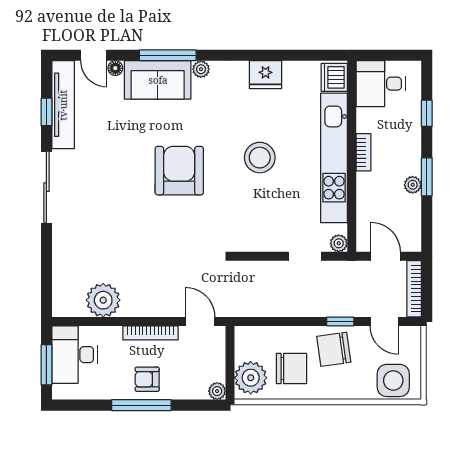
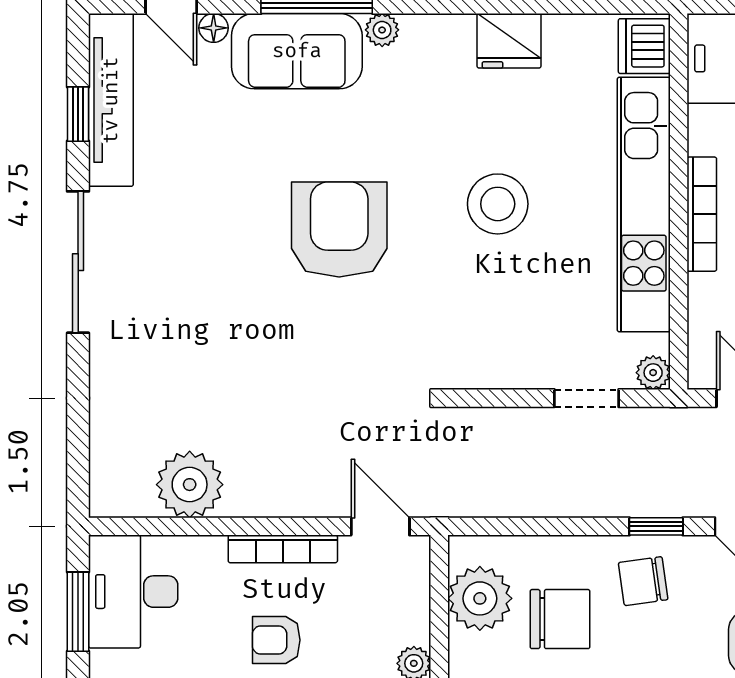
bookcase: (364, 152) -> (702, 214), width x1.56
chair: (334, 349) -> (643, 581), width x0.73, depth x0.73
plant: (251, 378) -> (480, 598), moved

